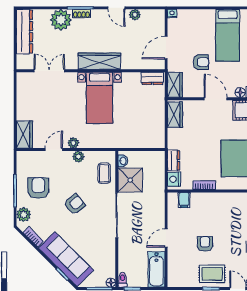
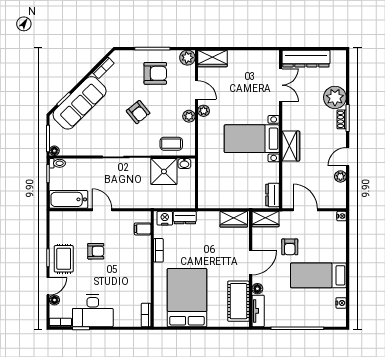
dresser: (24, 32) -> (306, 59), moved
wardrobe: (99, 61) -> (291, 146), width x0.67
plant: (24, 215) -> (187, 58), moved

